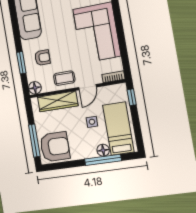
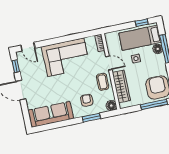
window: (132, 97) -> (142, 23), moved

